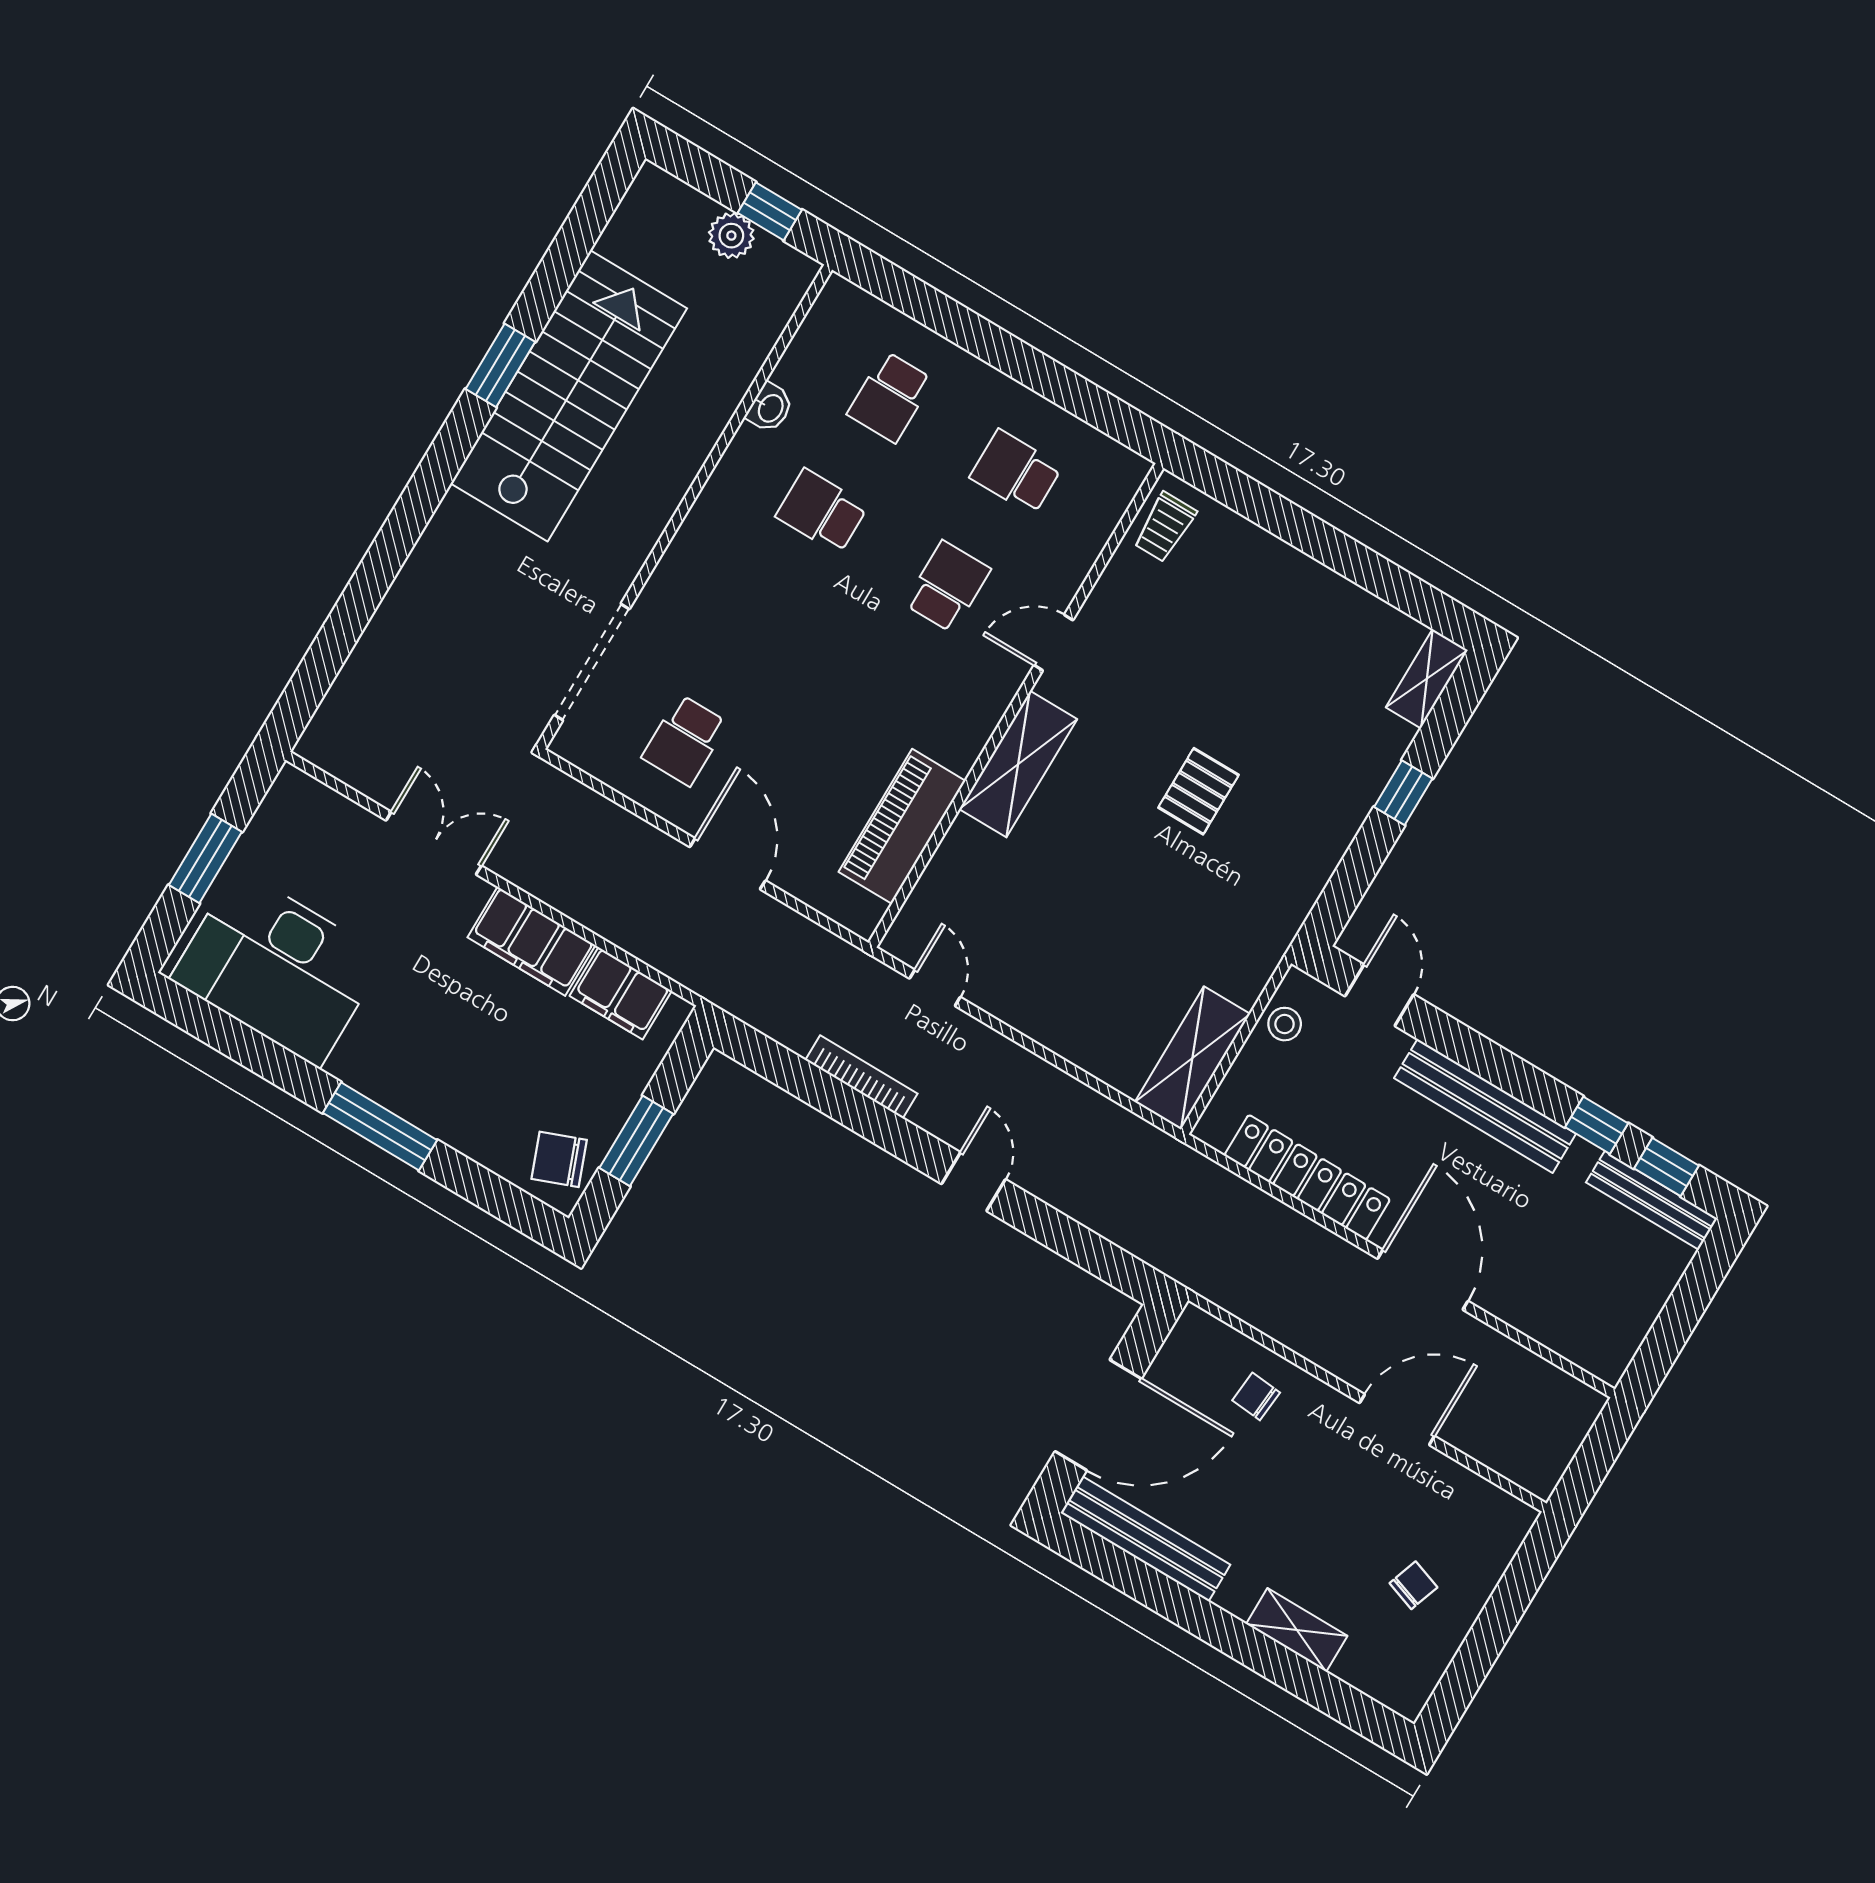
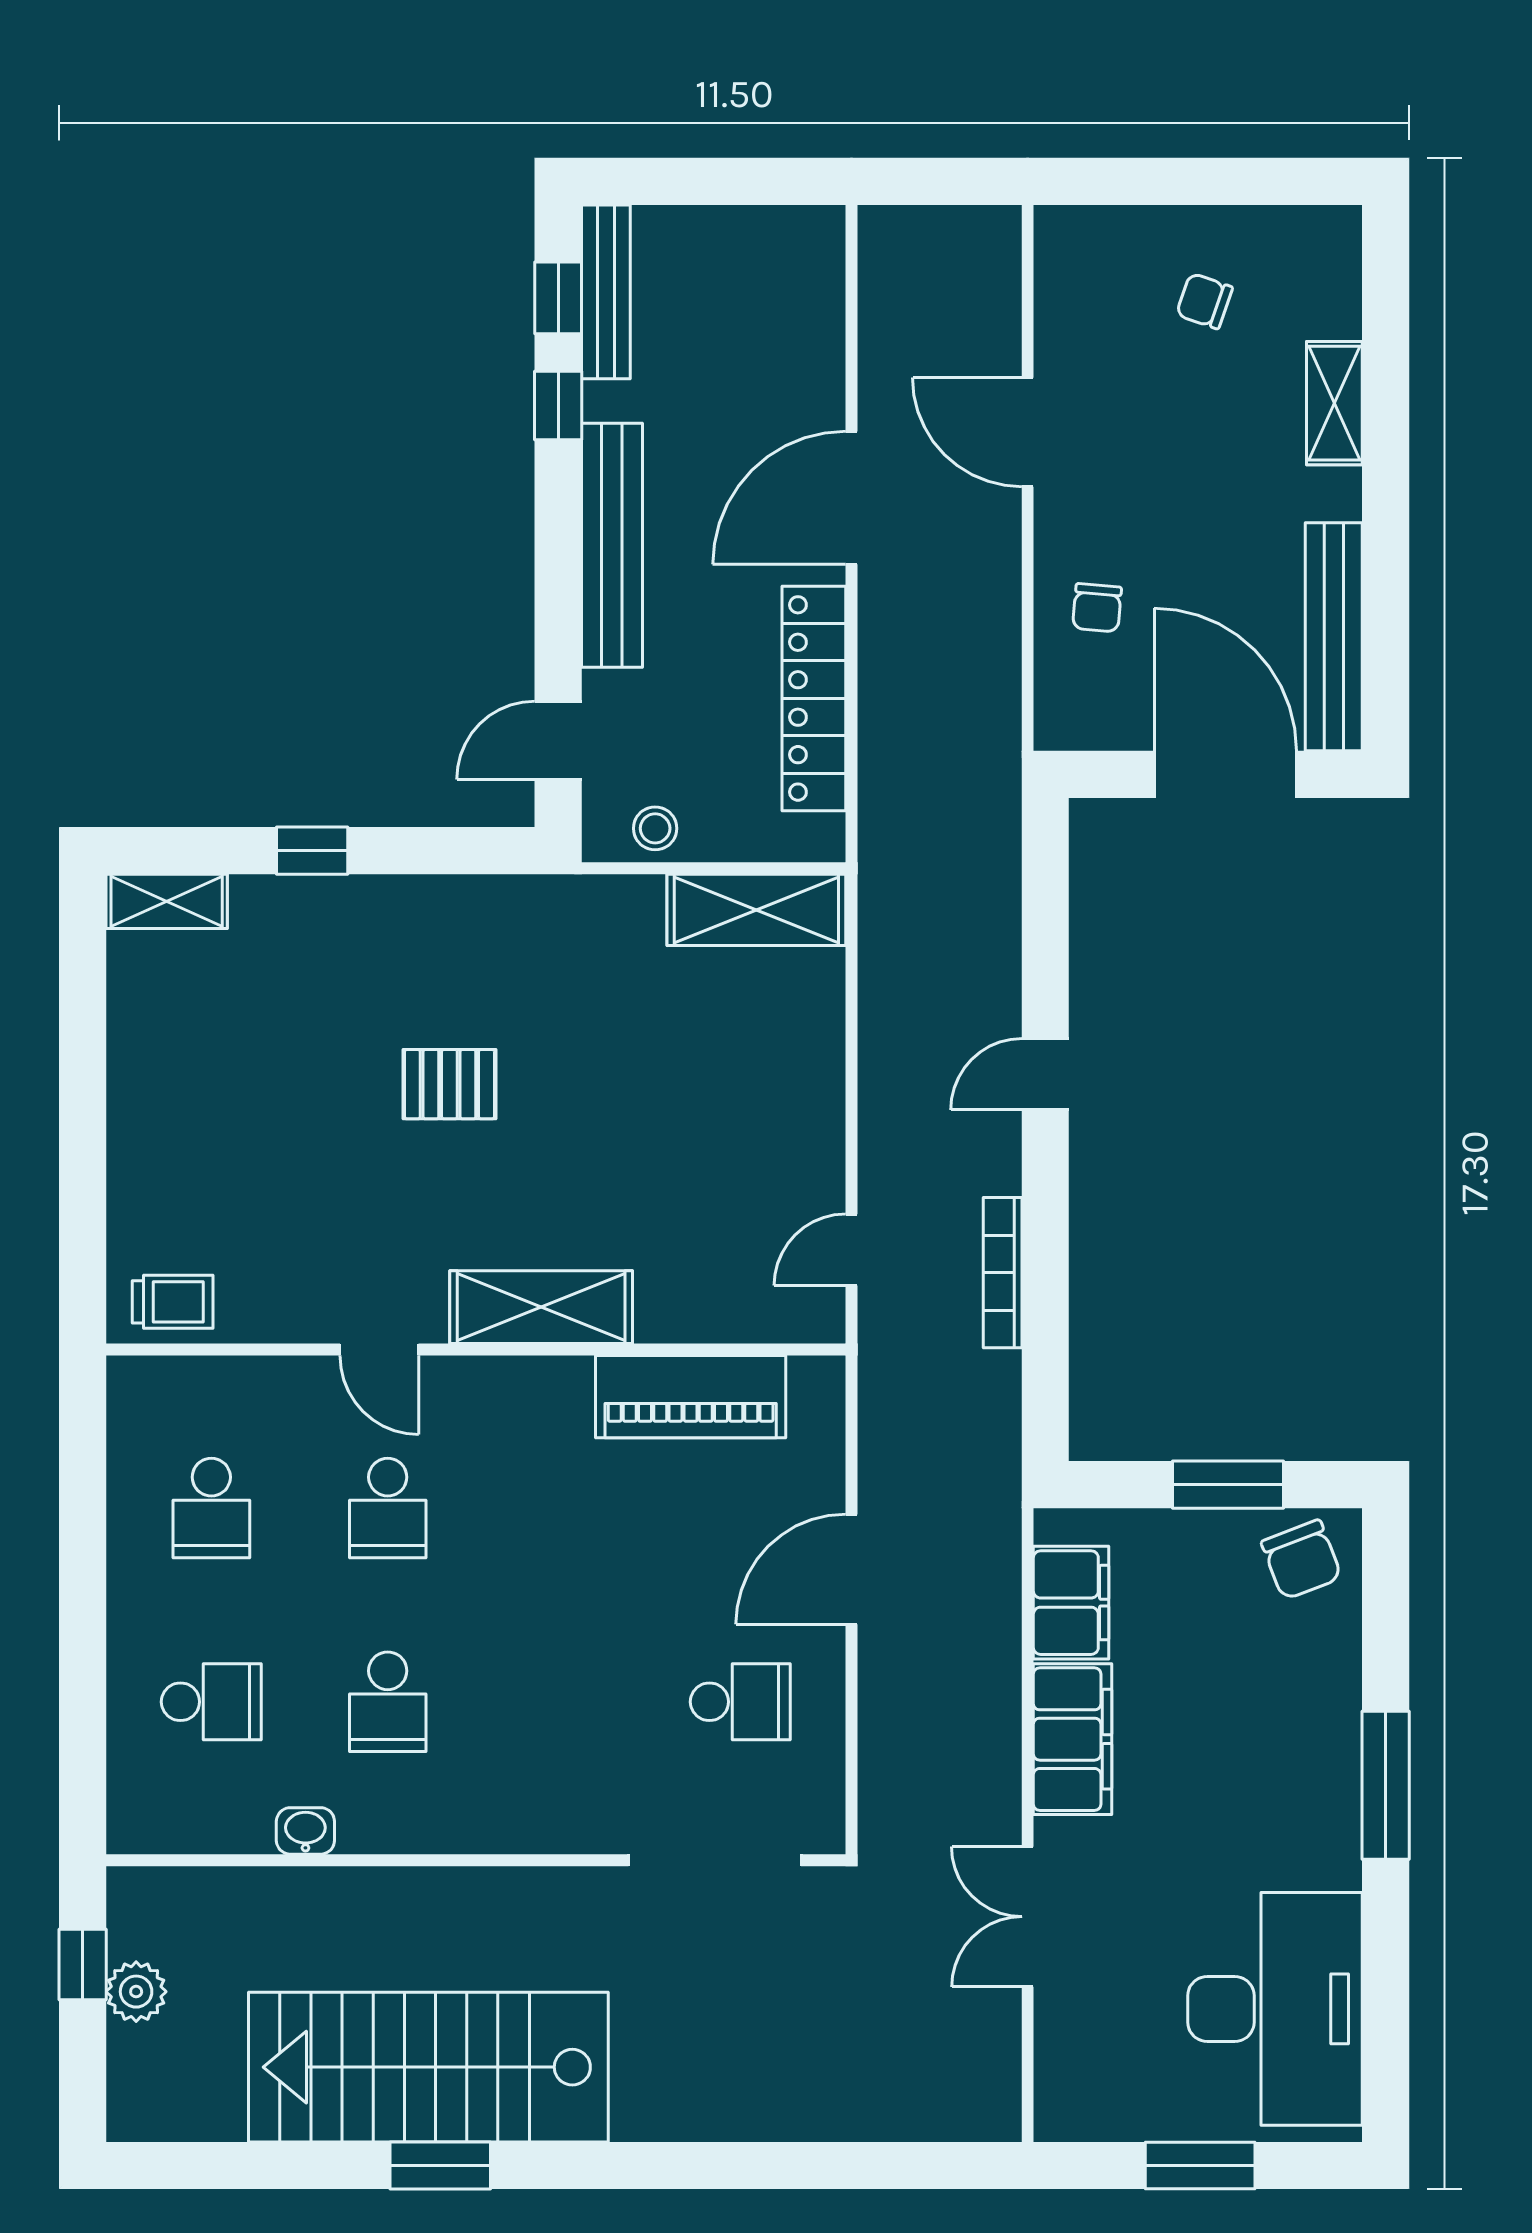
school desk: (947, 587) -> (388, 1508), turned -90

